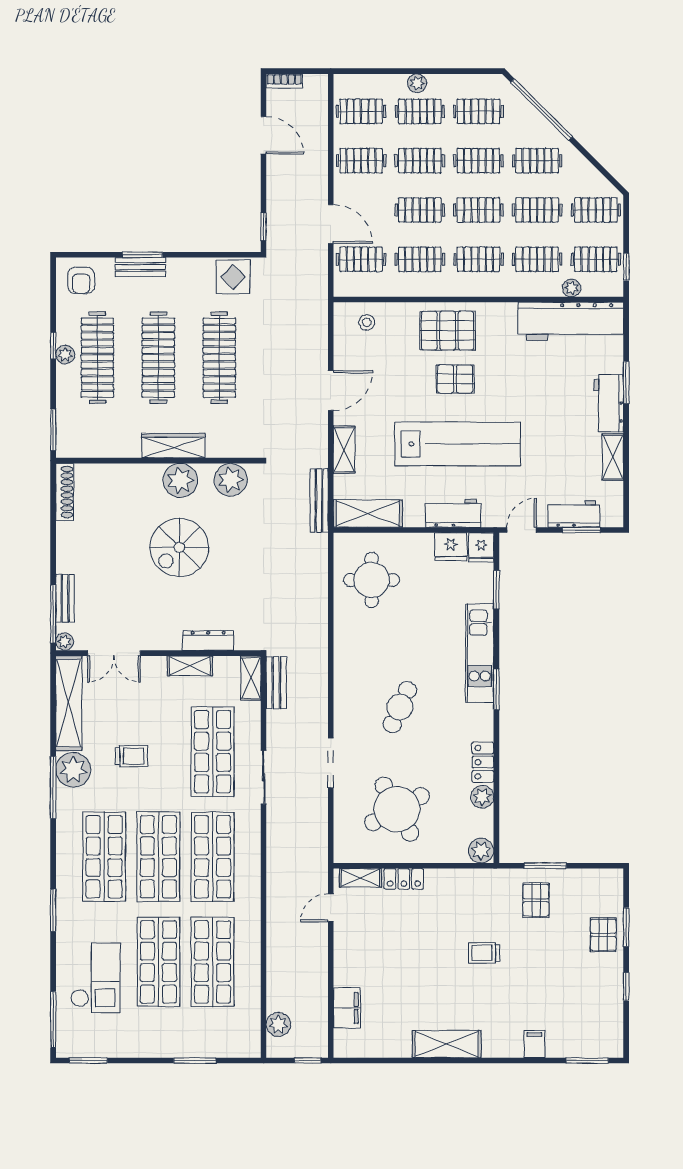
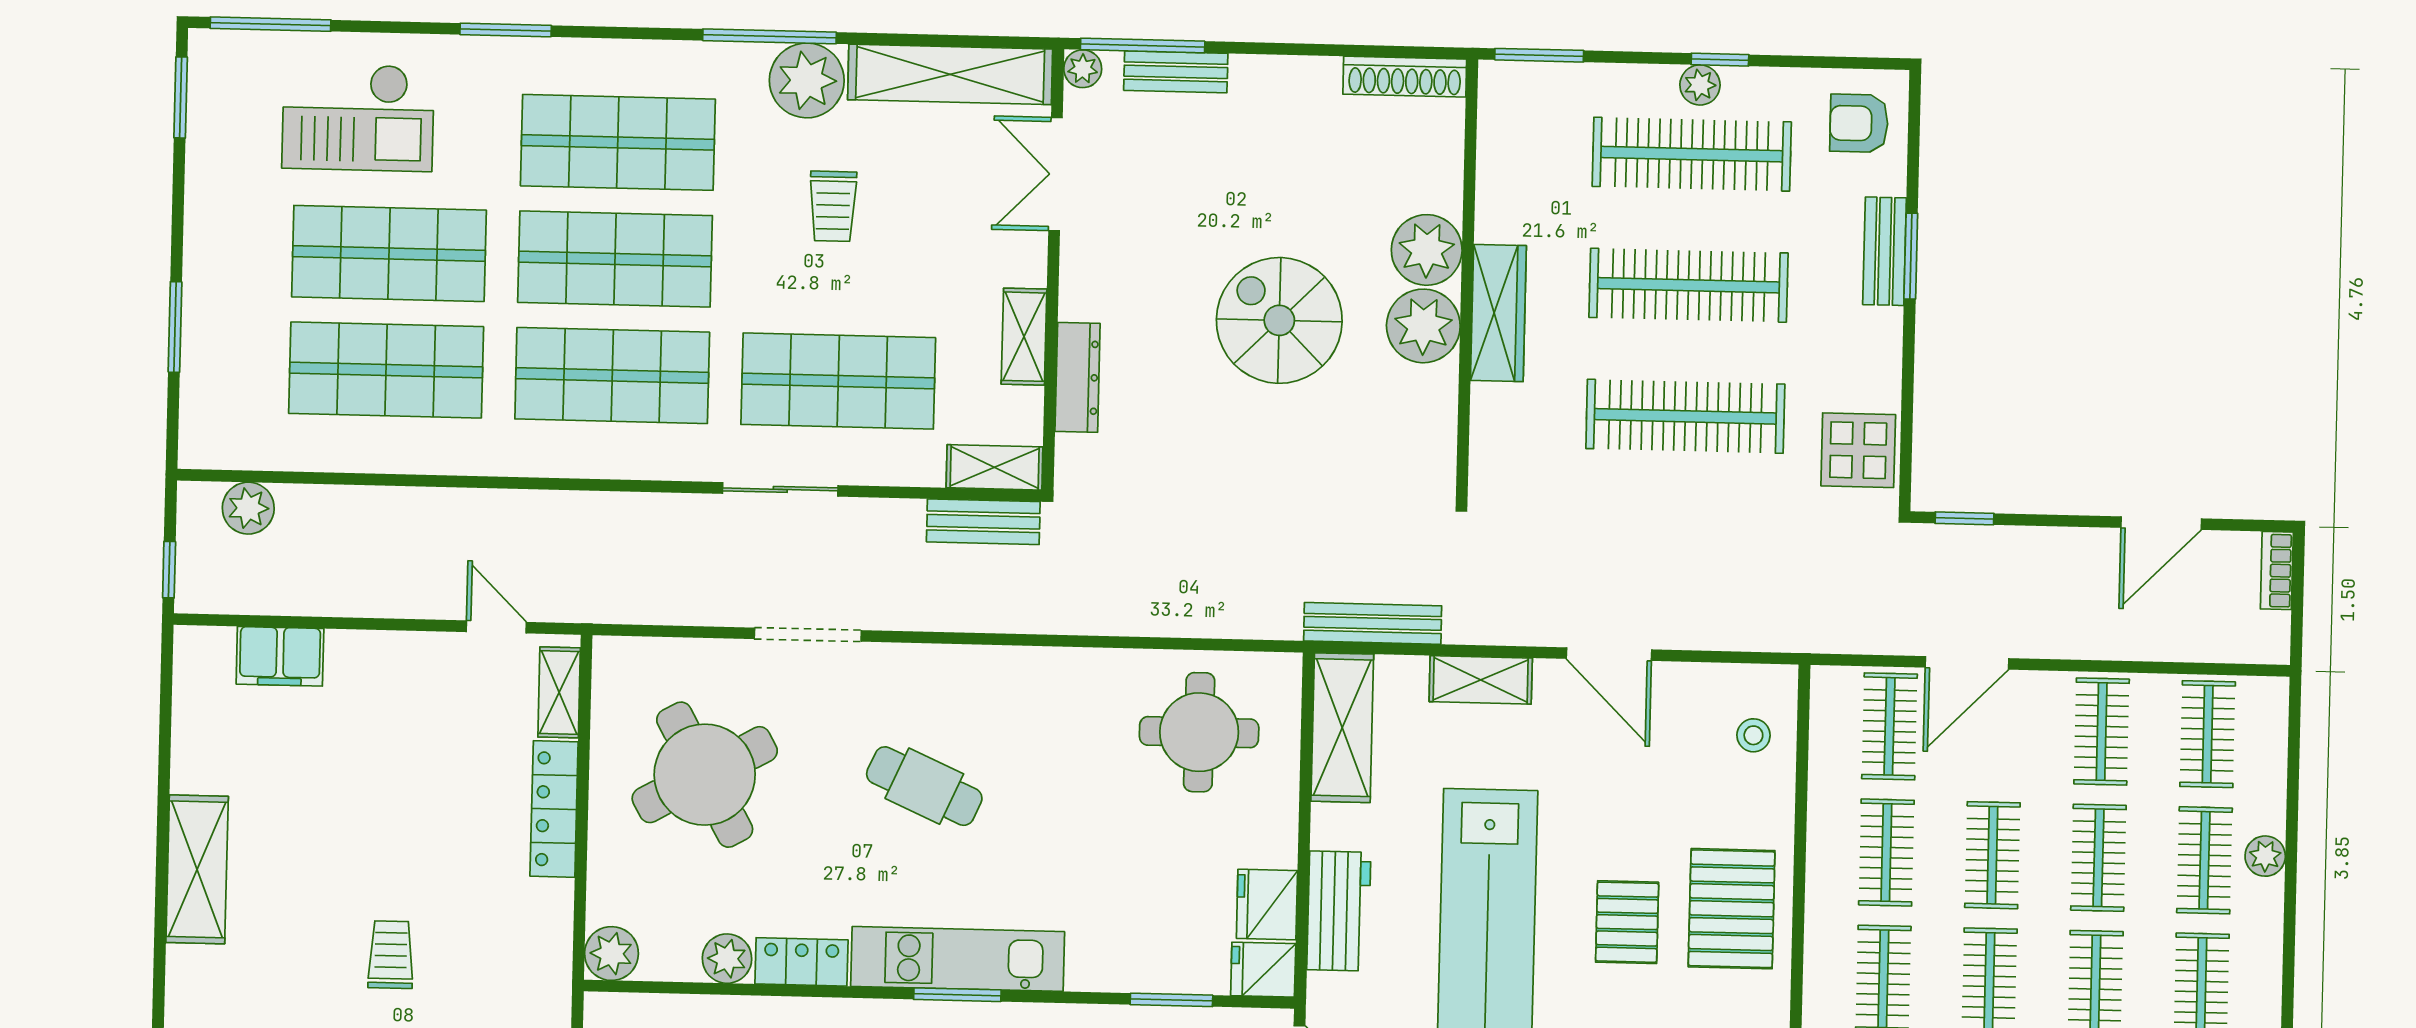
plant: (231, 480) -> (1427, 250), moved
kitchen unit: (480, 653) -> (958, 959), moved
locker: (404, 879) -> (554, 809), width x1.53

